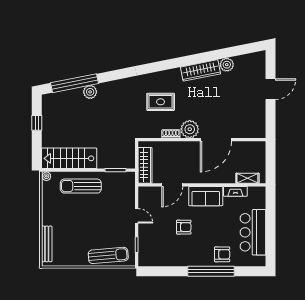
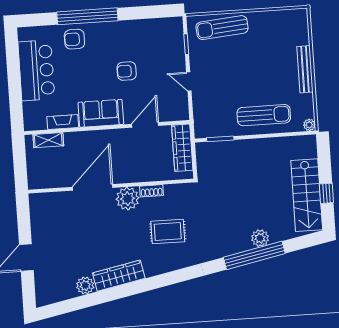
window: (75, 83) -> (254, 255), moved
stairs: (69, 158) -> (307, 195), moved, turned 90
bench: (47, 244) -> (305, 69), moved

